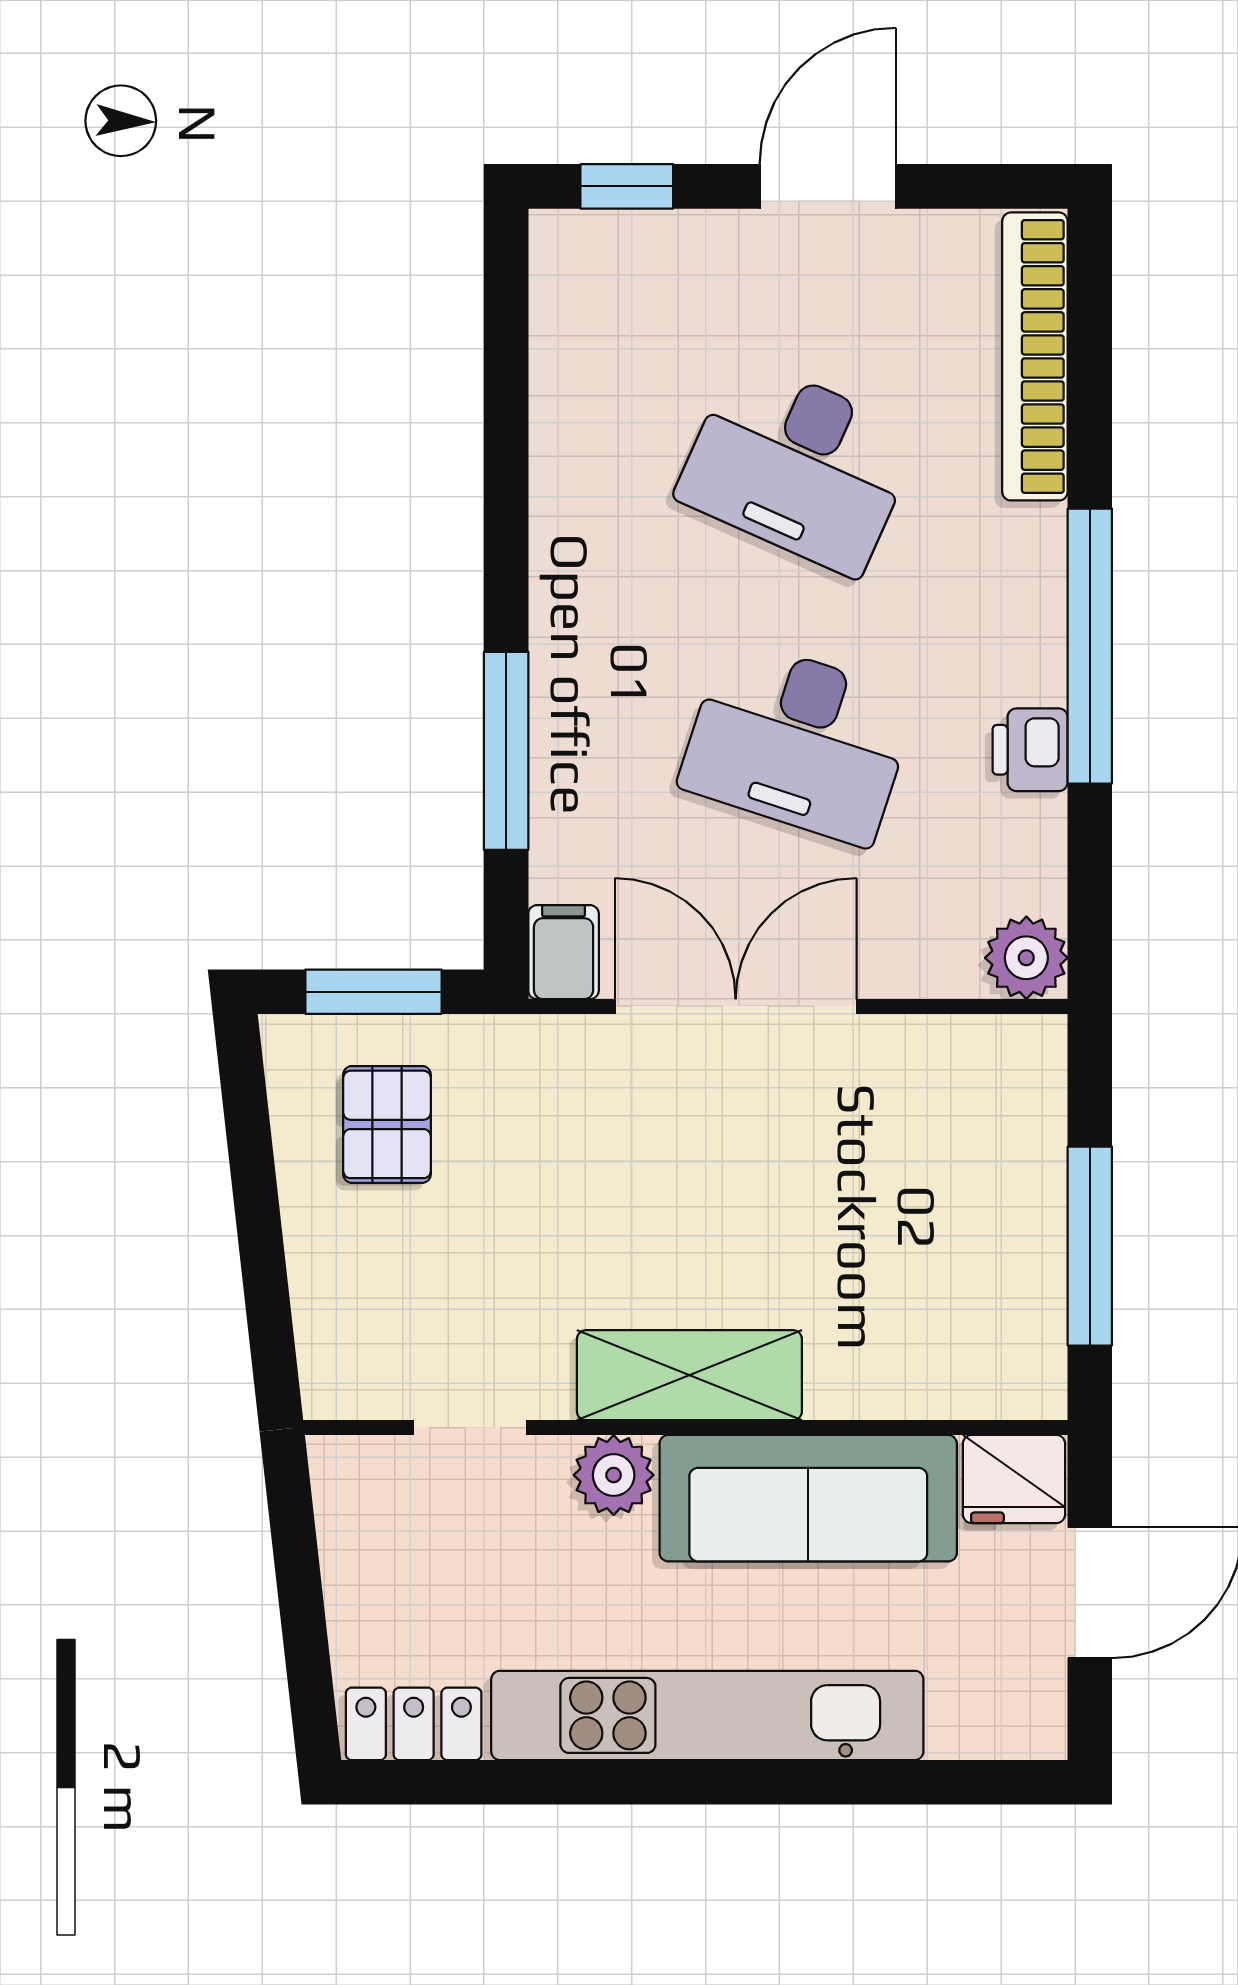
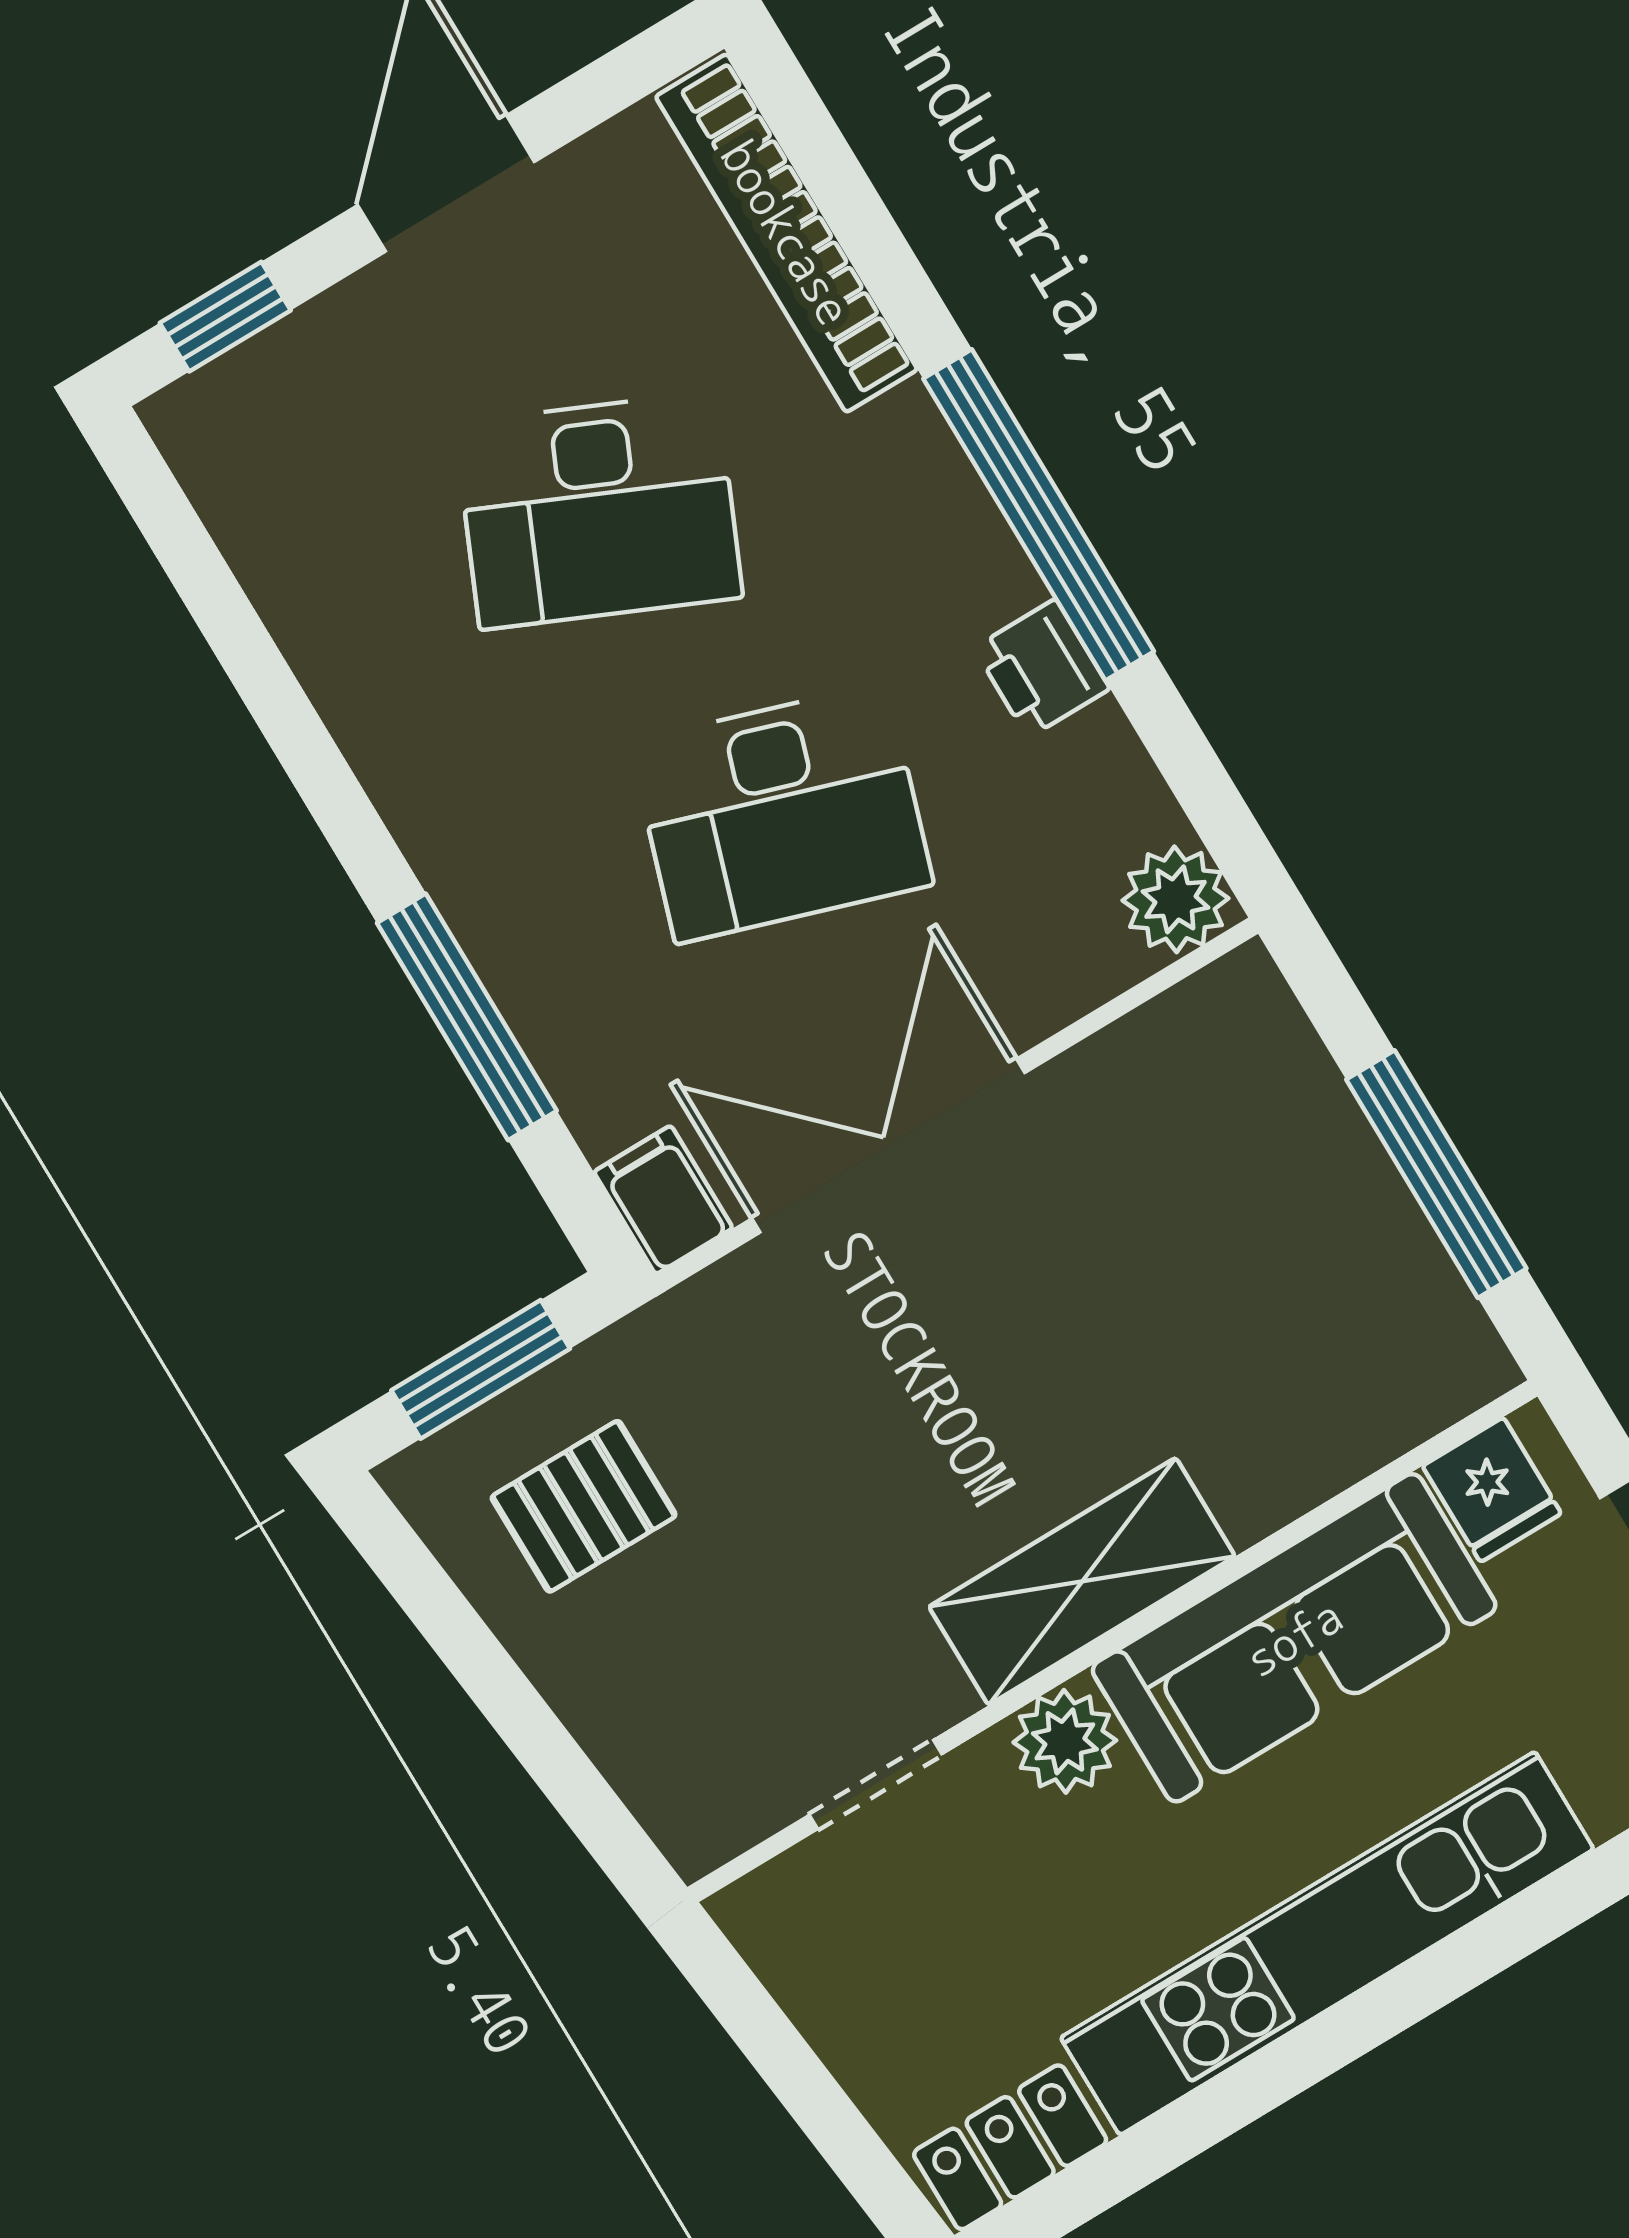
pallet: (387, 1124) -> (584, 1506), turned 90
fridge: (1014, 1479) -> (1492, 1490), width x0.72

